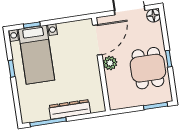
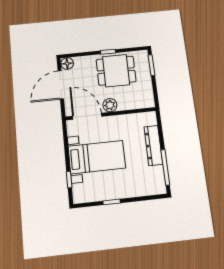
bed with nightstands: (36, 55) -> (97, 157), moved

